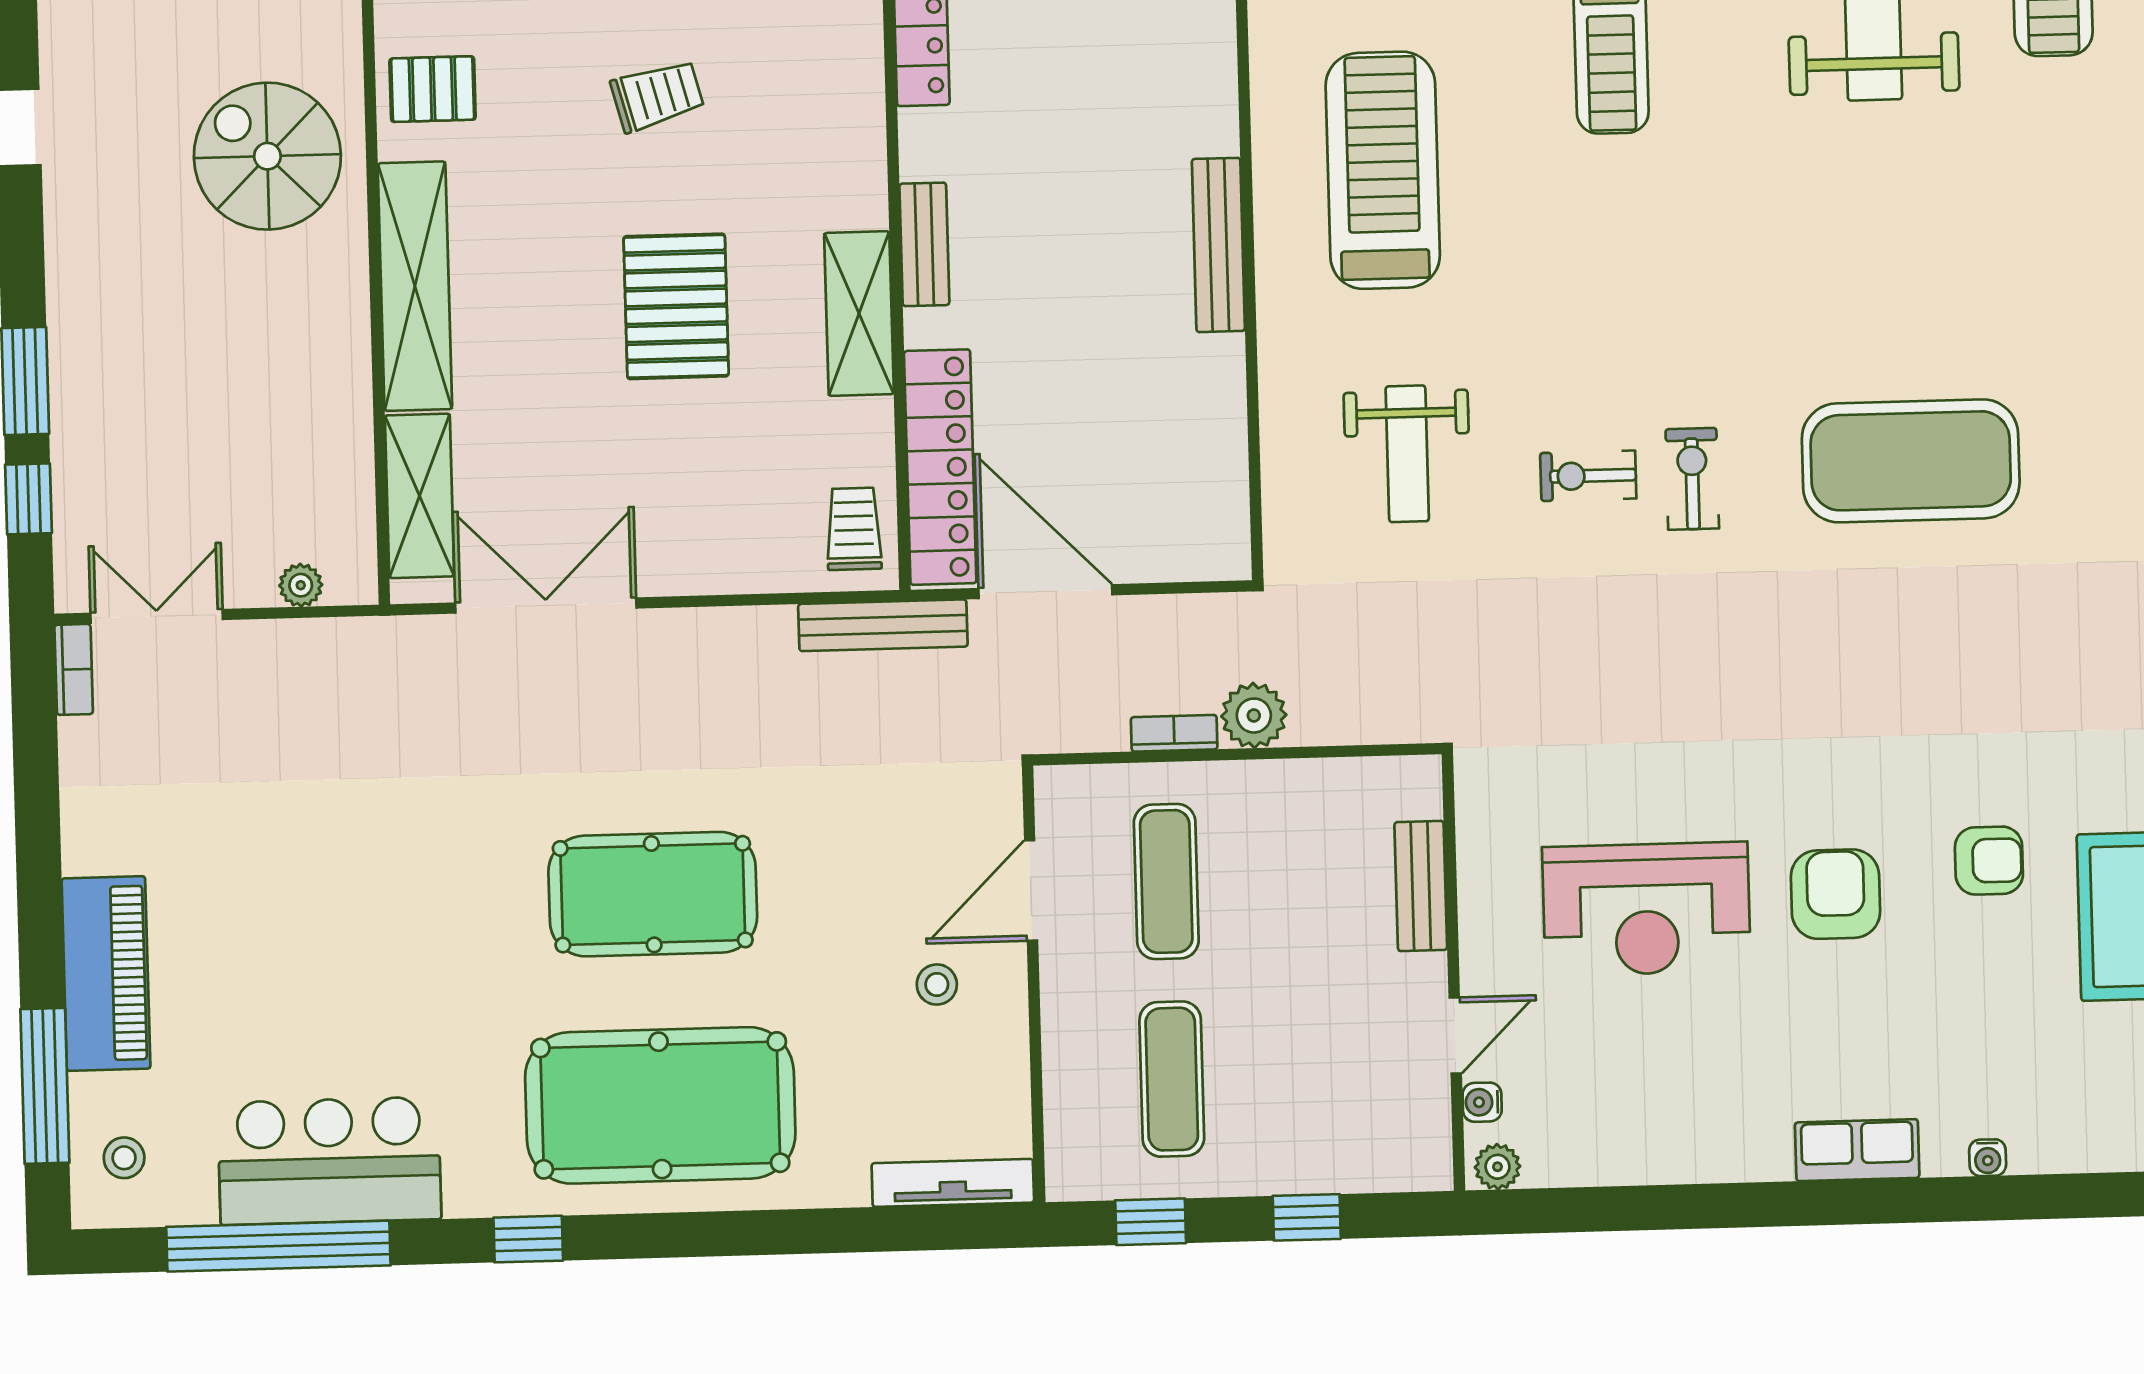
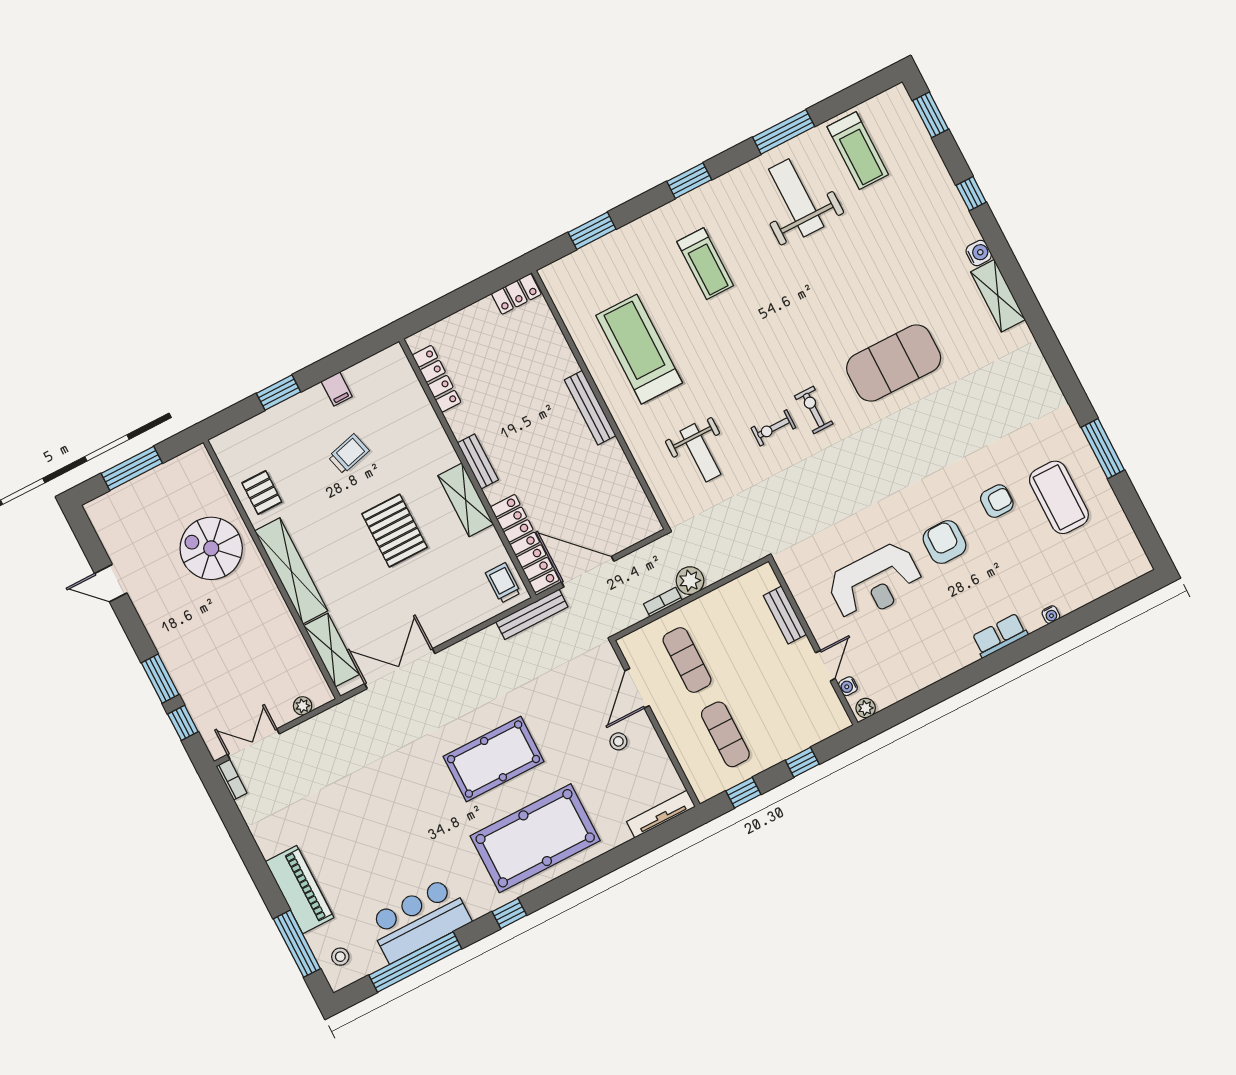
pallet: (433, 89) -> (262, 492), turned 90

